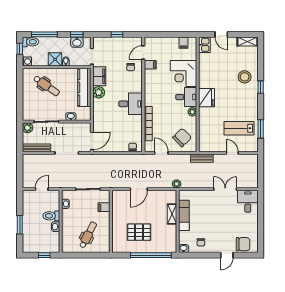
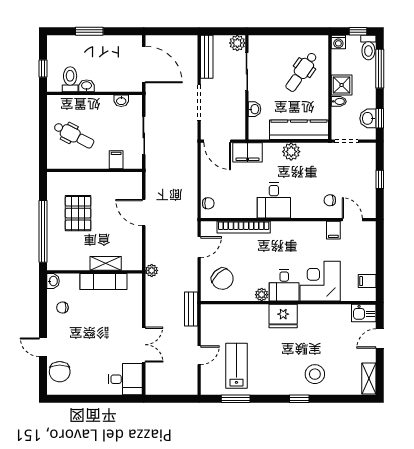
filing cabinet: (99, 76) -> (248, 152), moved
door: (42, 189) -> (144, 65), width x1.87
toilet: (51, 216) -> (70, 79), moved

